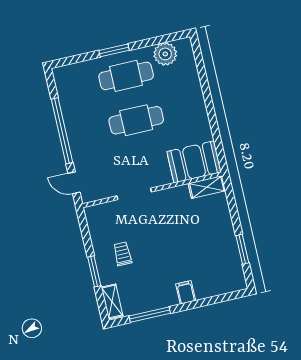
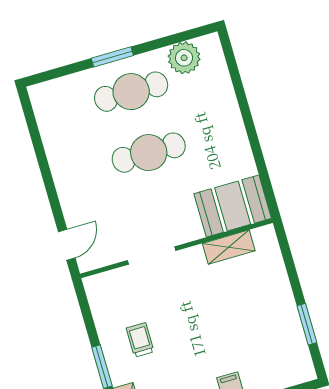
window: (62, 131) -> (46, 173), removed
door: (74, 183) -> (67, 245), swing flipped
shelving: (207, 187) -> (229, 247), moved

